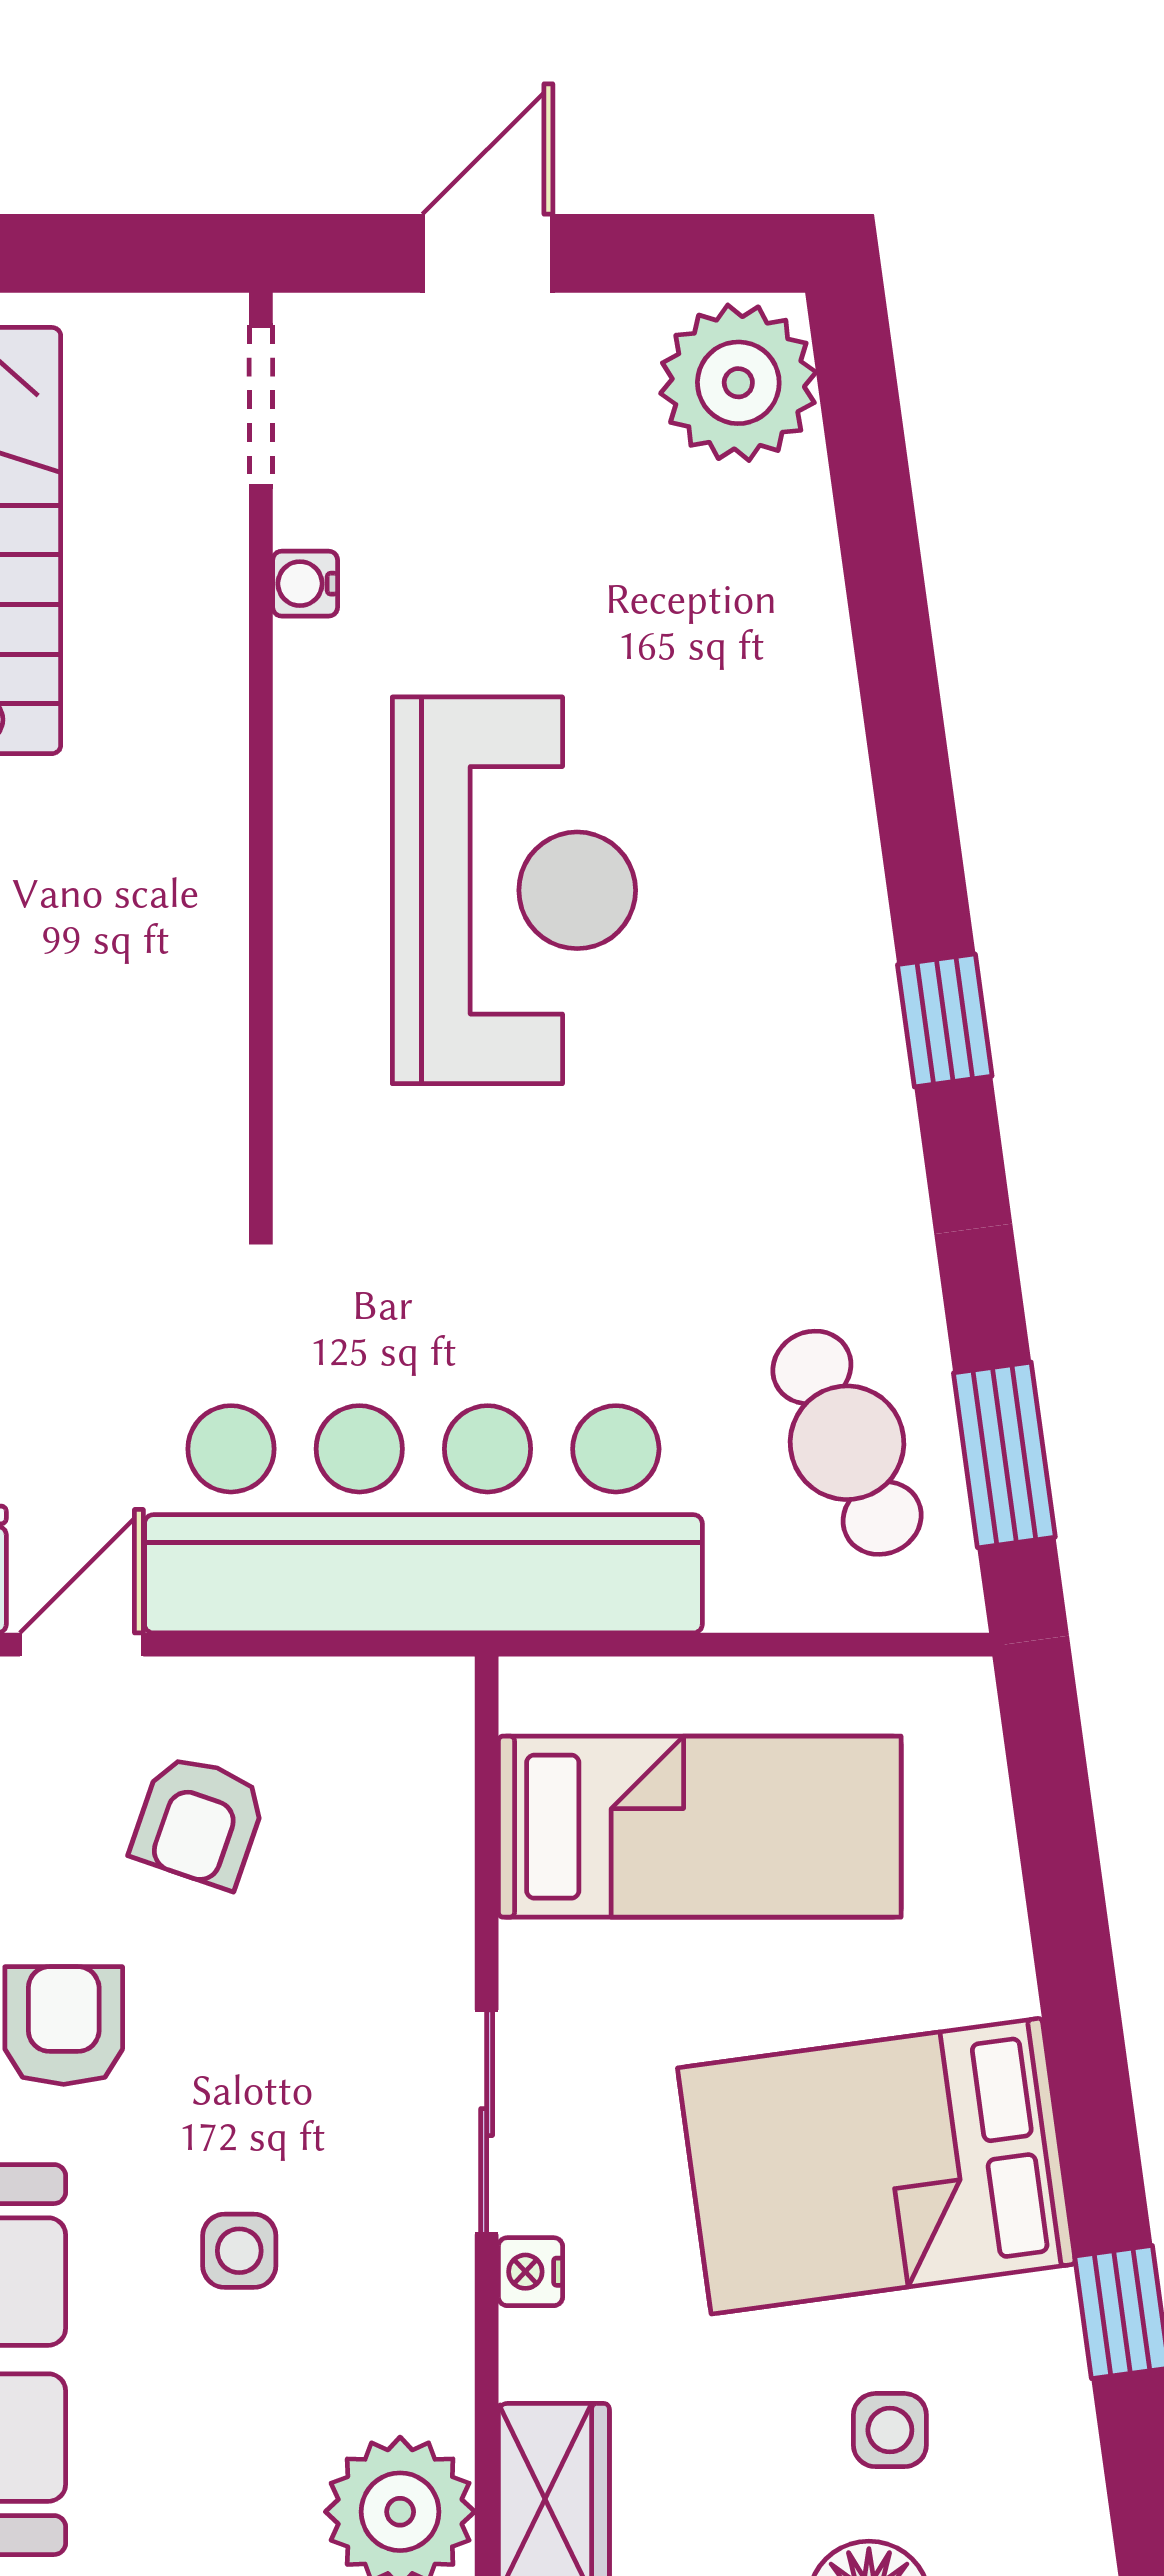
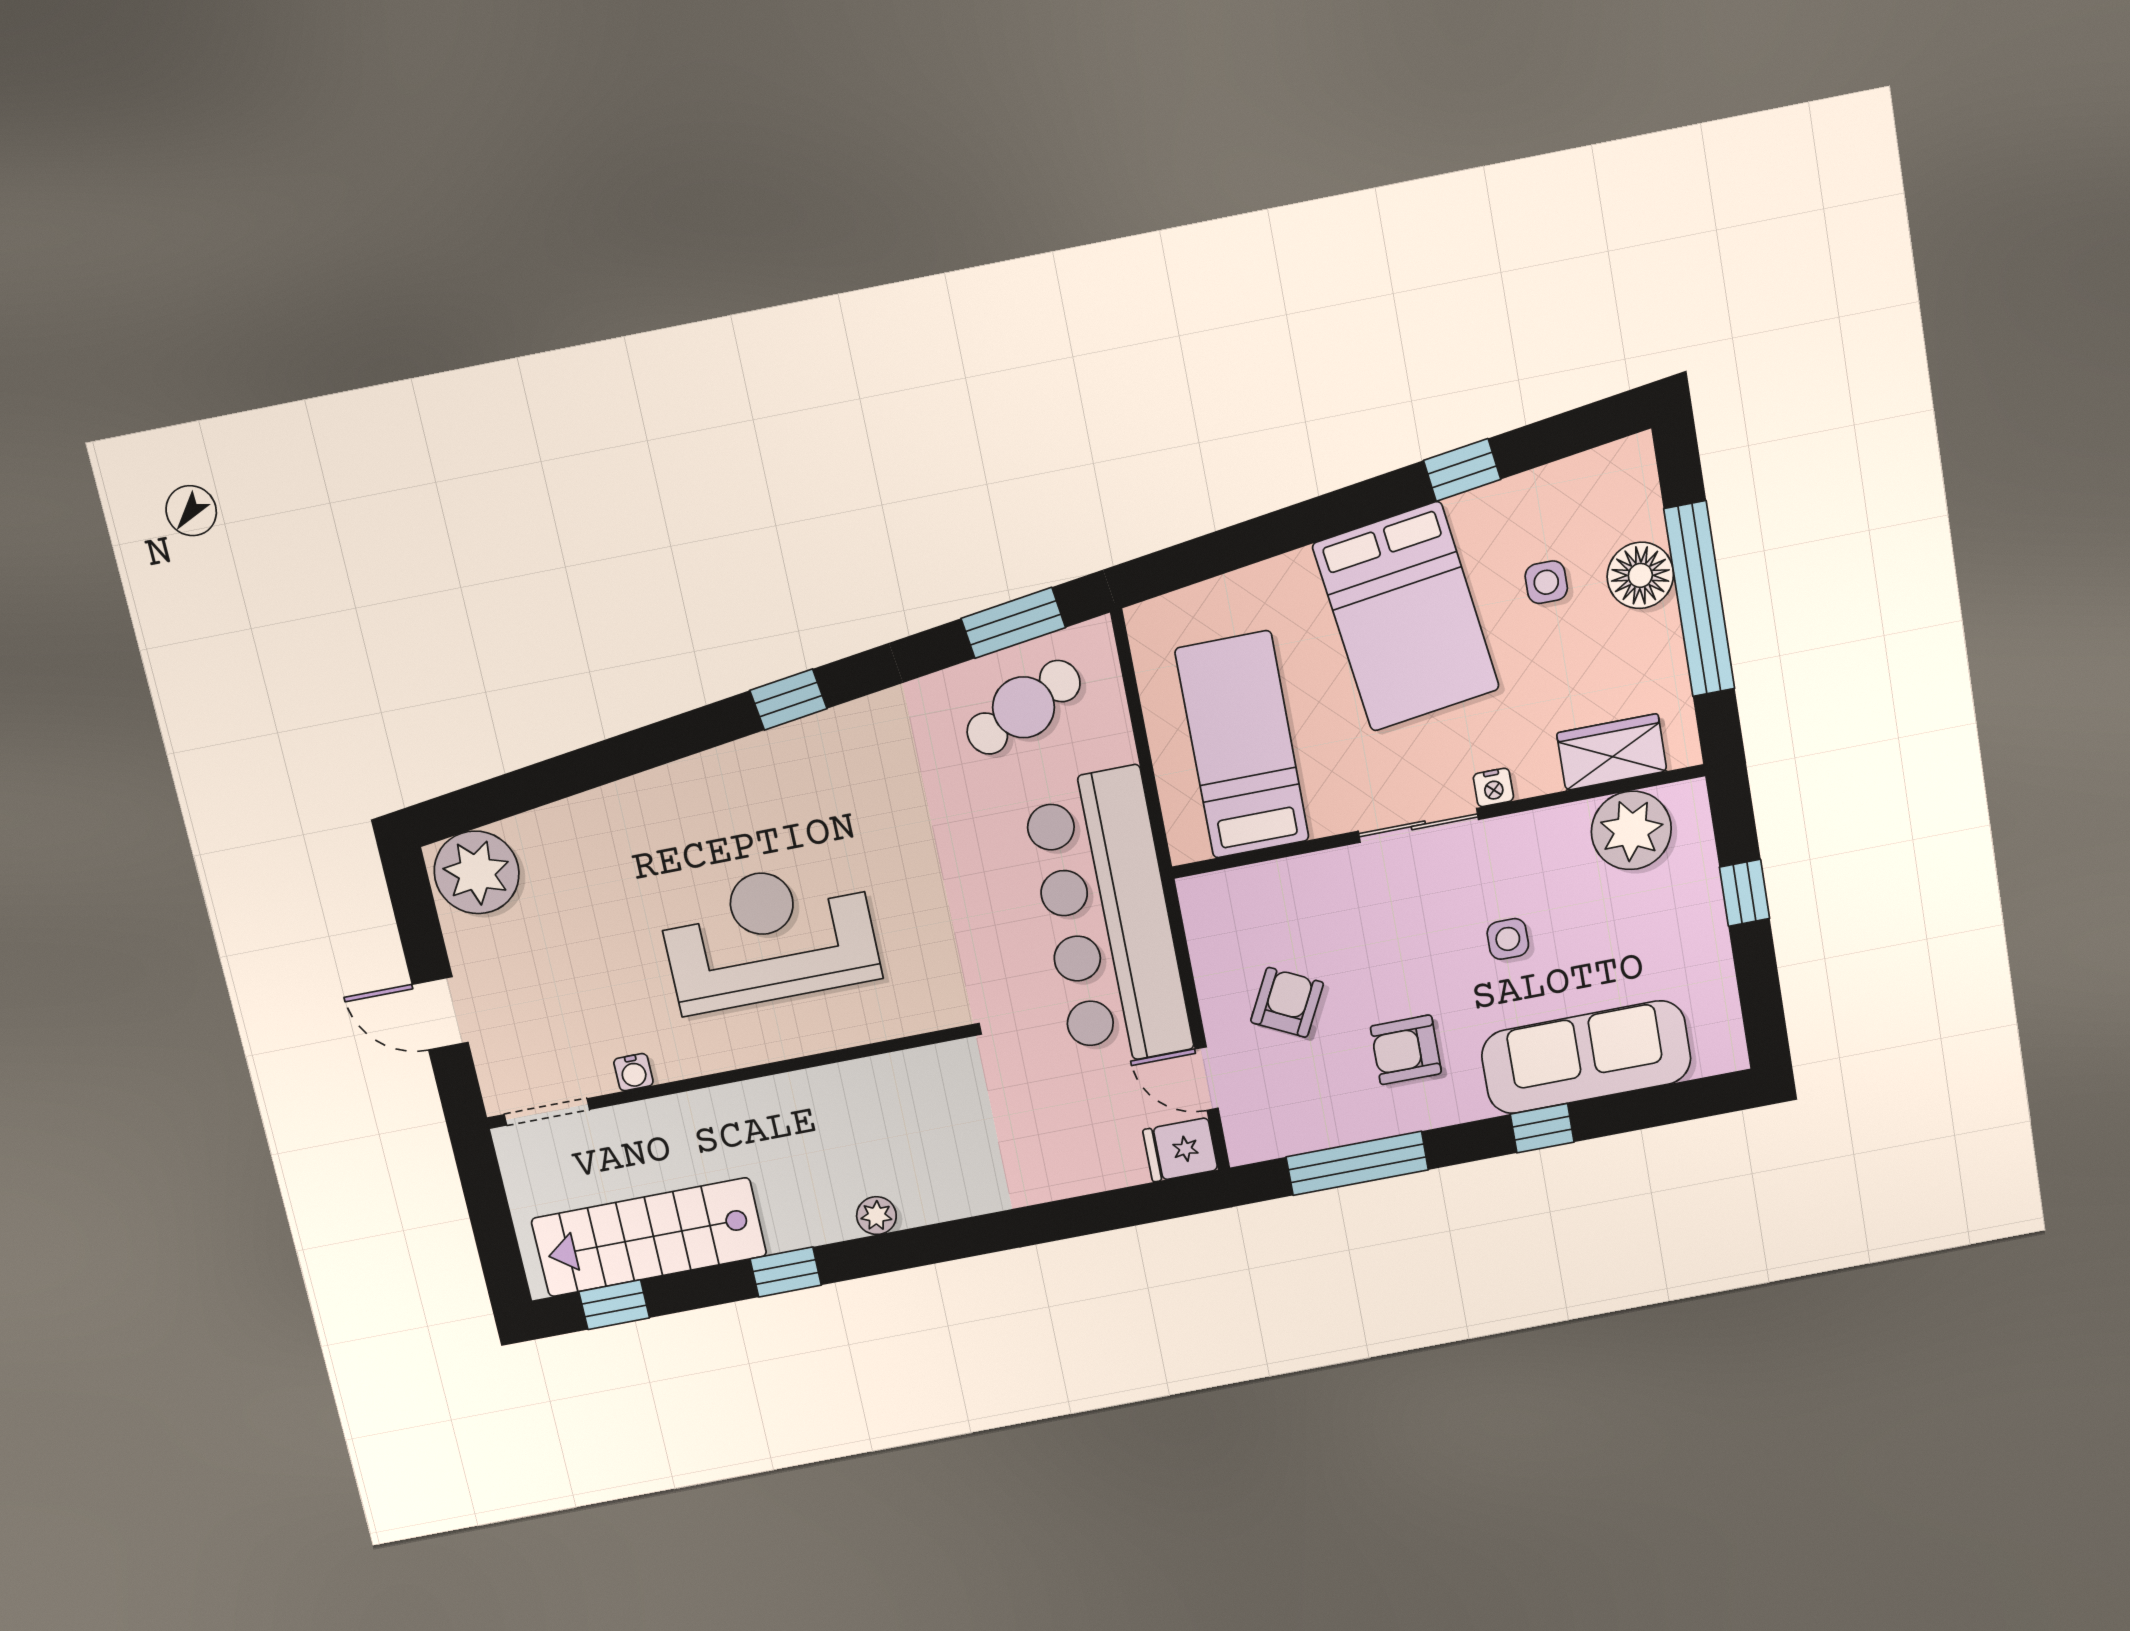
armchair: (199, 1821) -> (1287, 1002), turned -82

